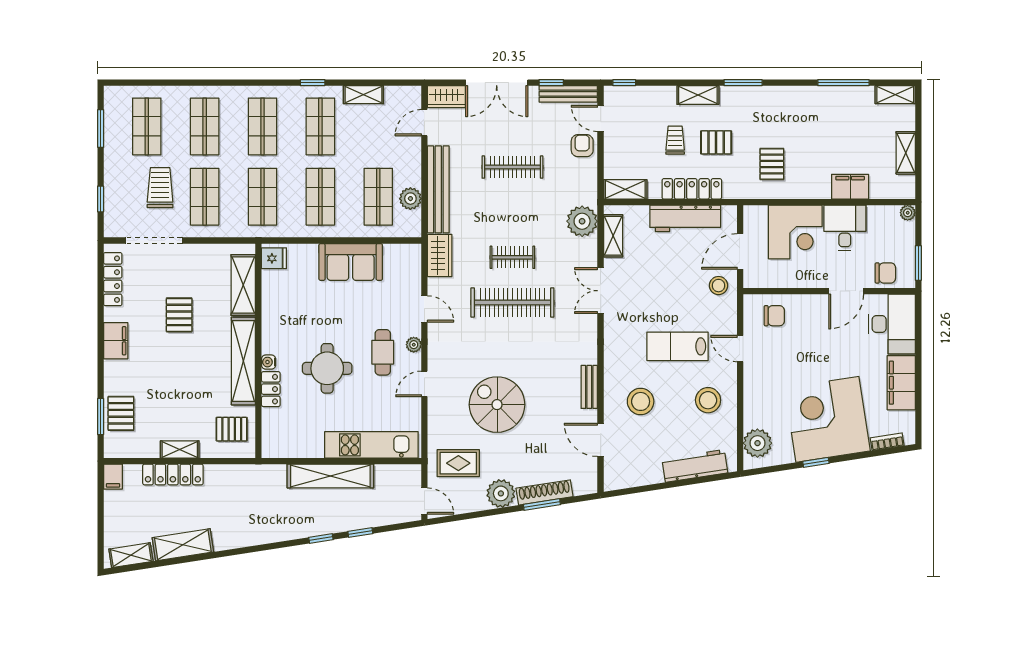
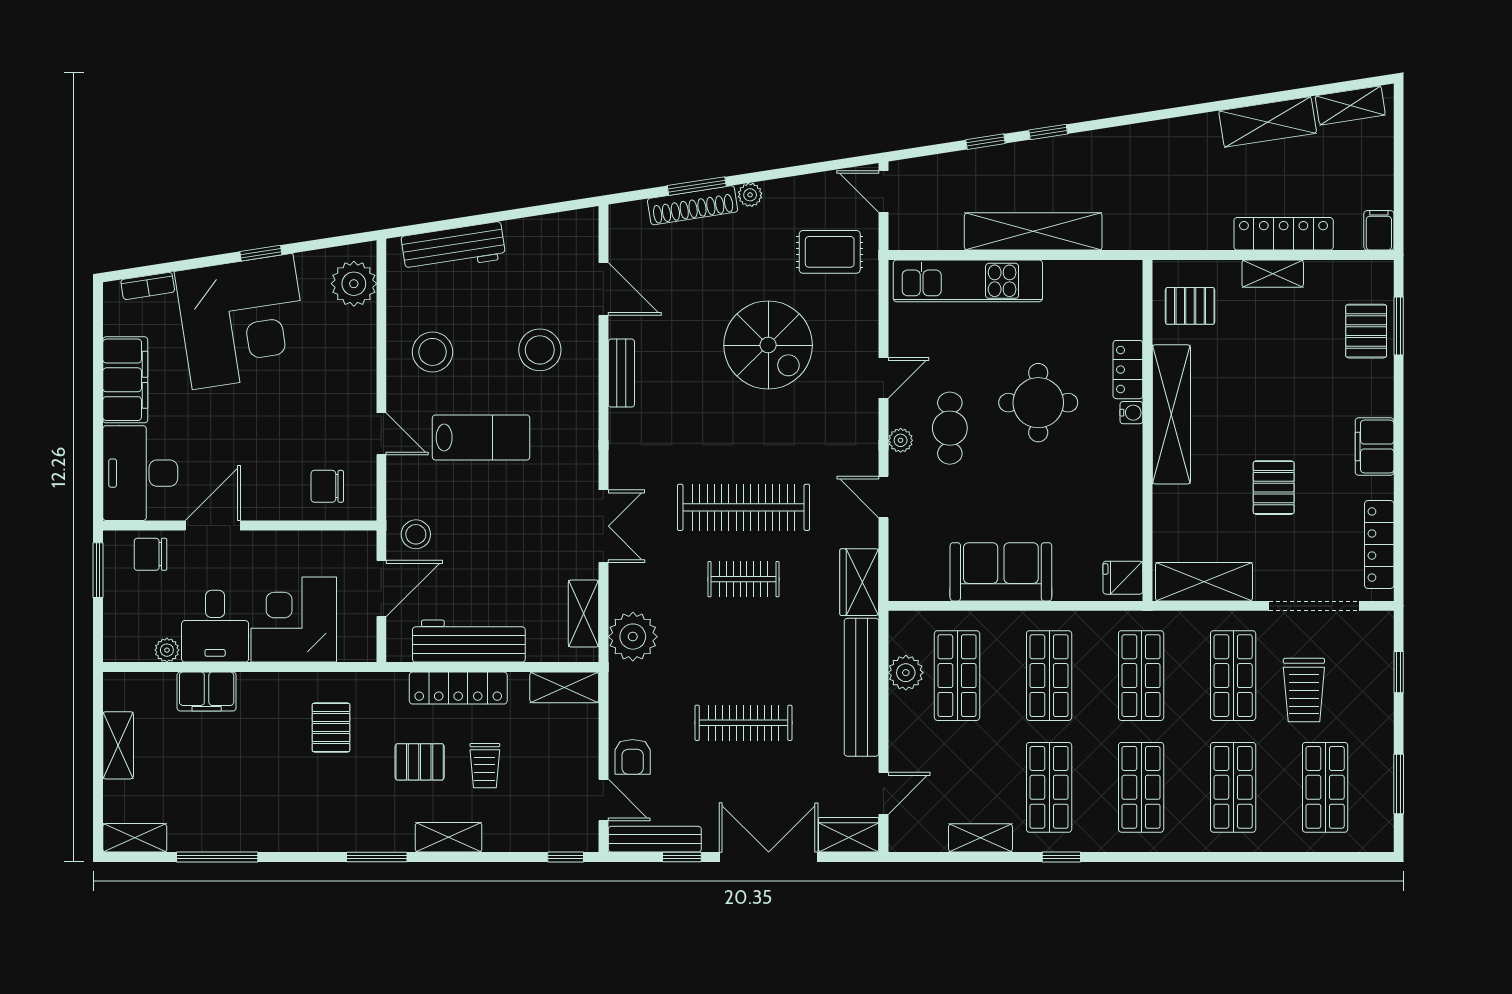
plant: (908, 213) -> (167, 650), moved
shelving: (243, 285) -> (1204, 582), moved, turned 90
plant: (501, 493) -> (750, 195), width x0.53, depth x0.53

